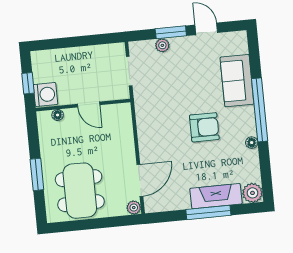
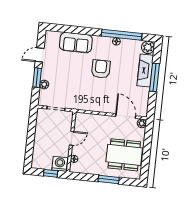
window: (260, 110) -> (122, 35), moved

